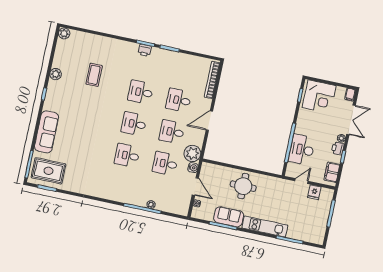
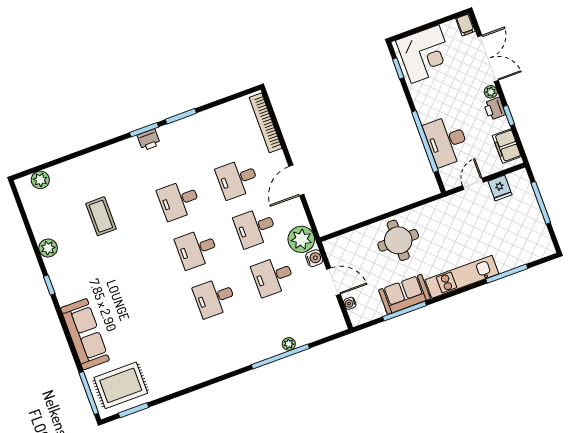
plant: (64, 33) -> (40, 180), moved

